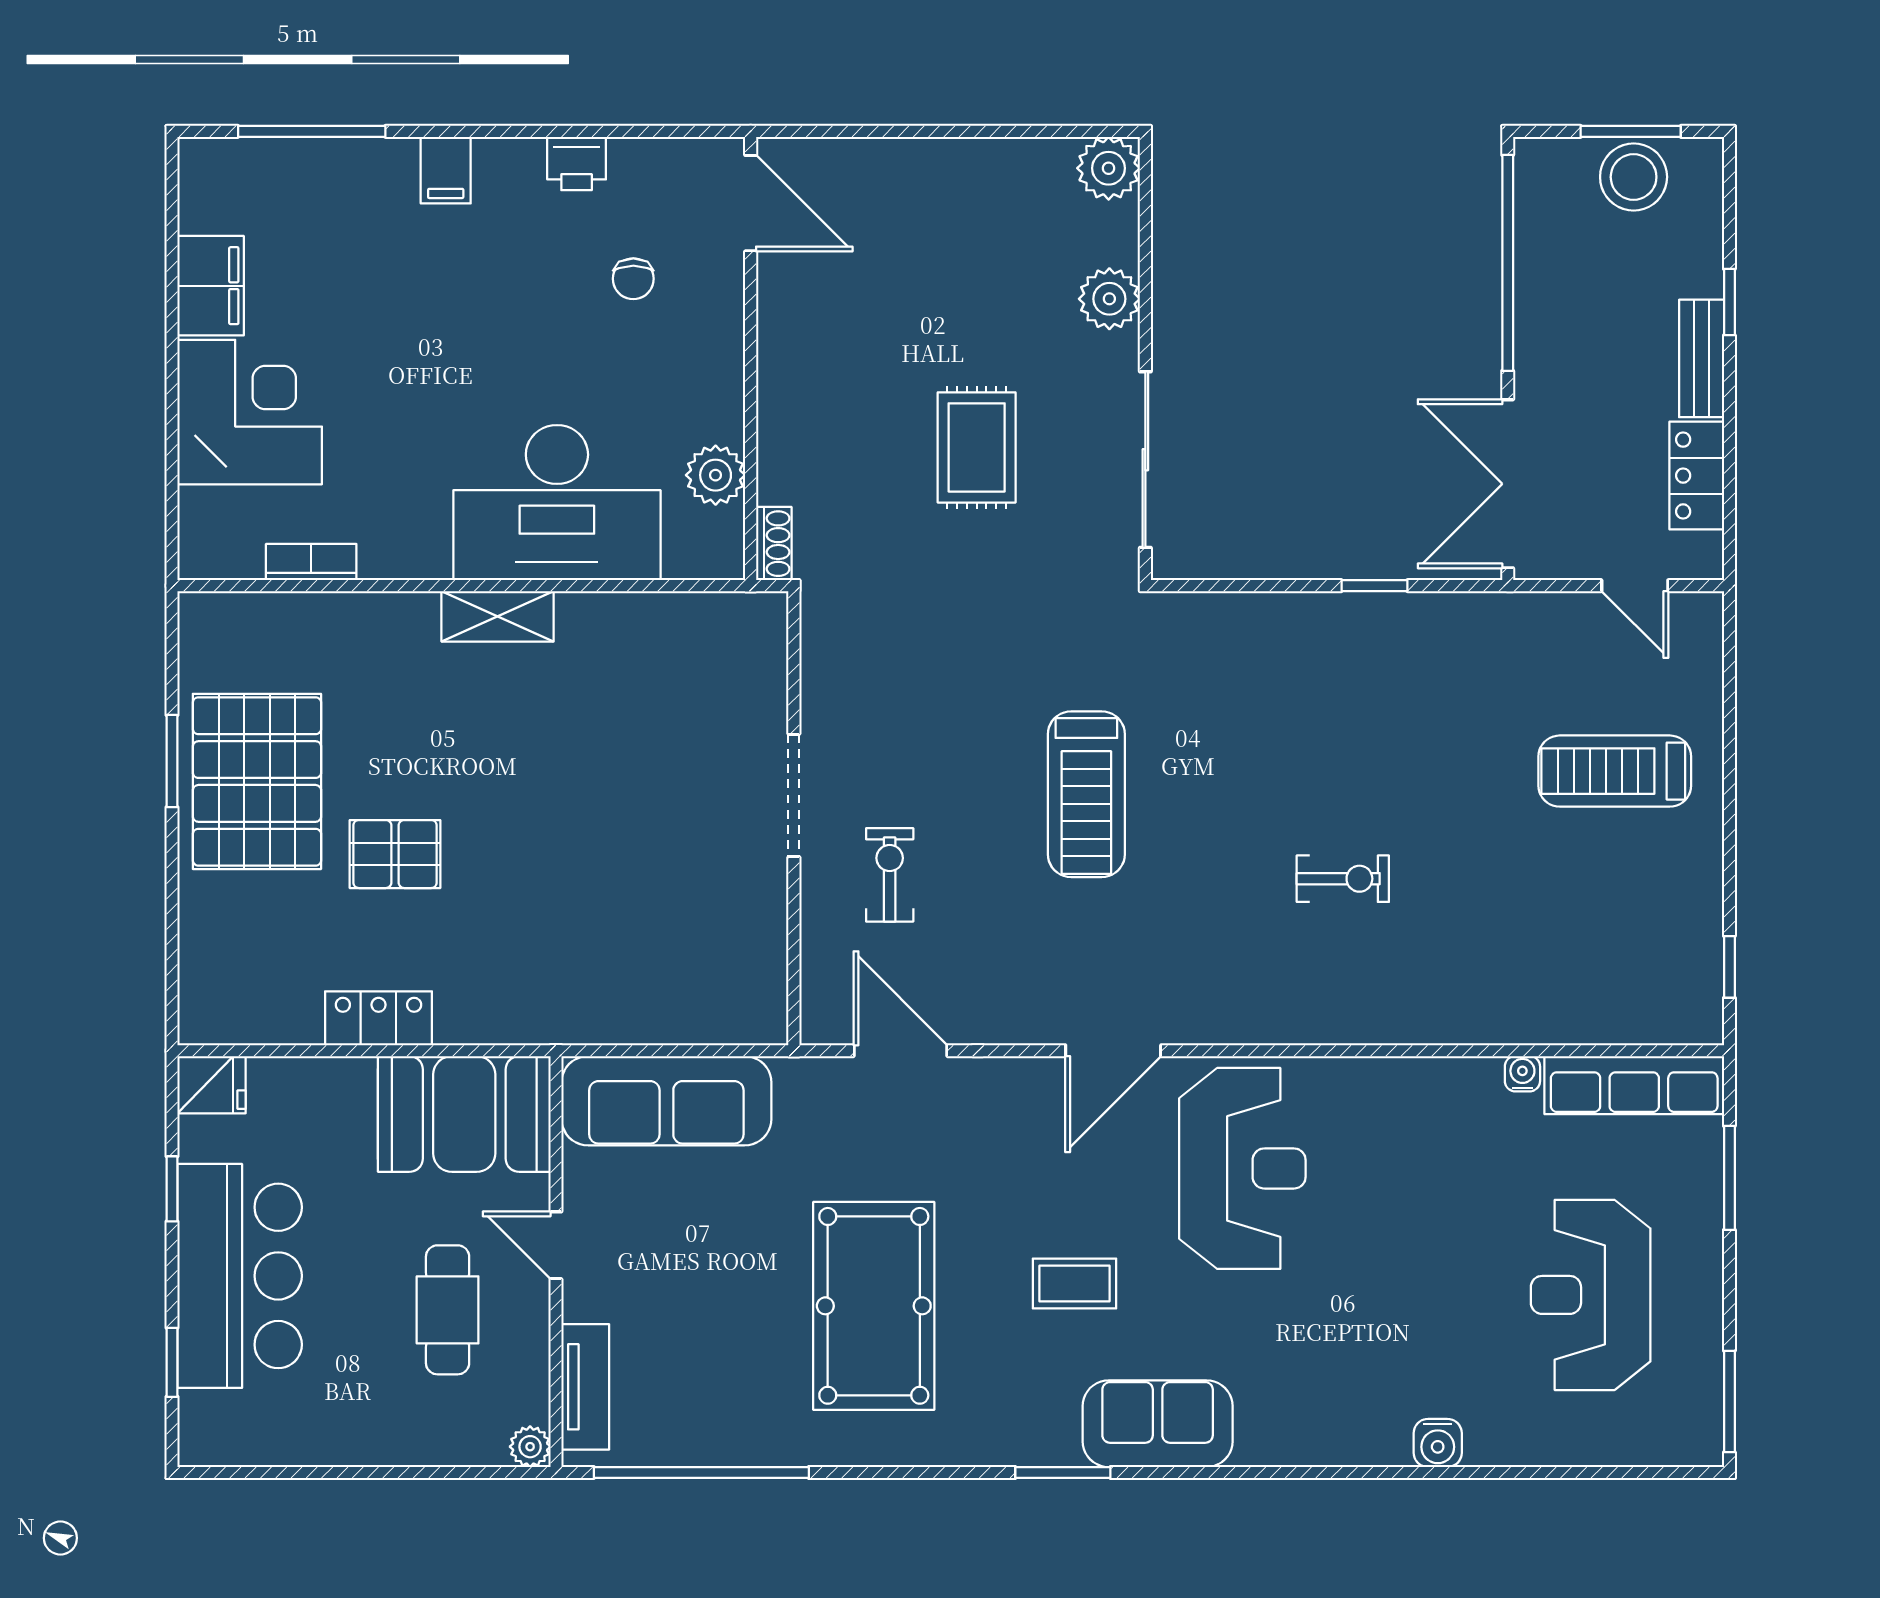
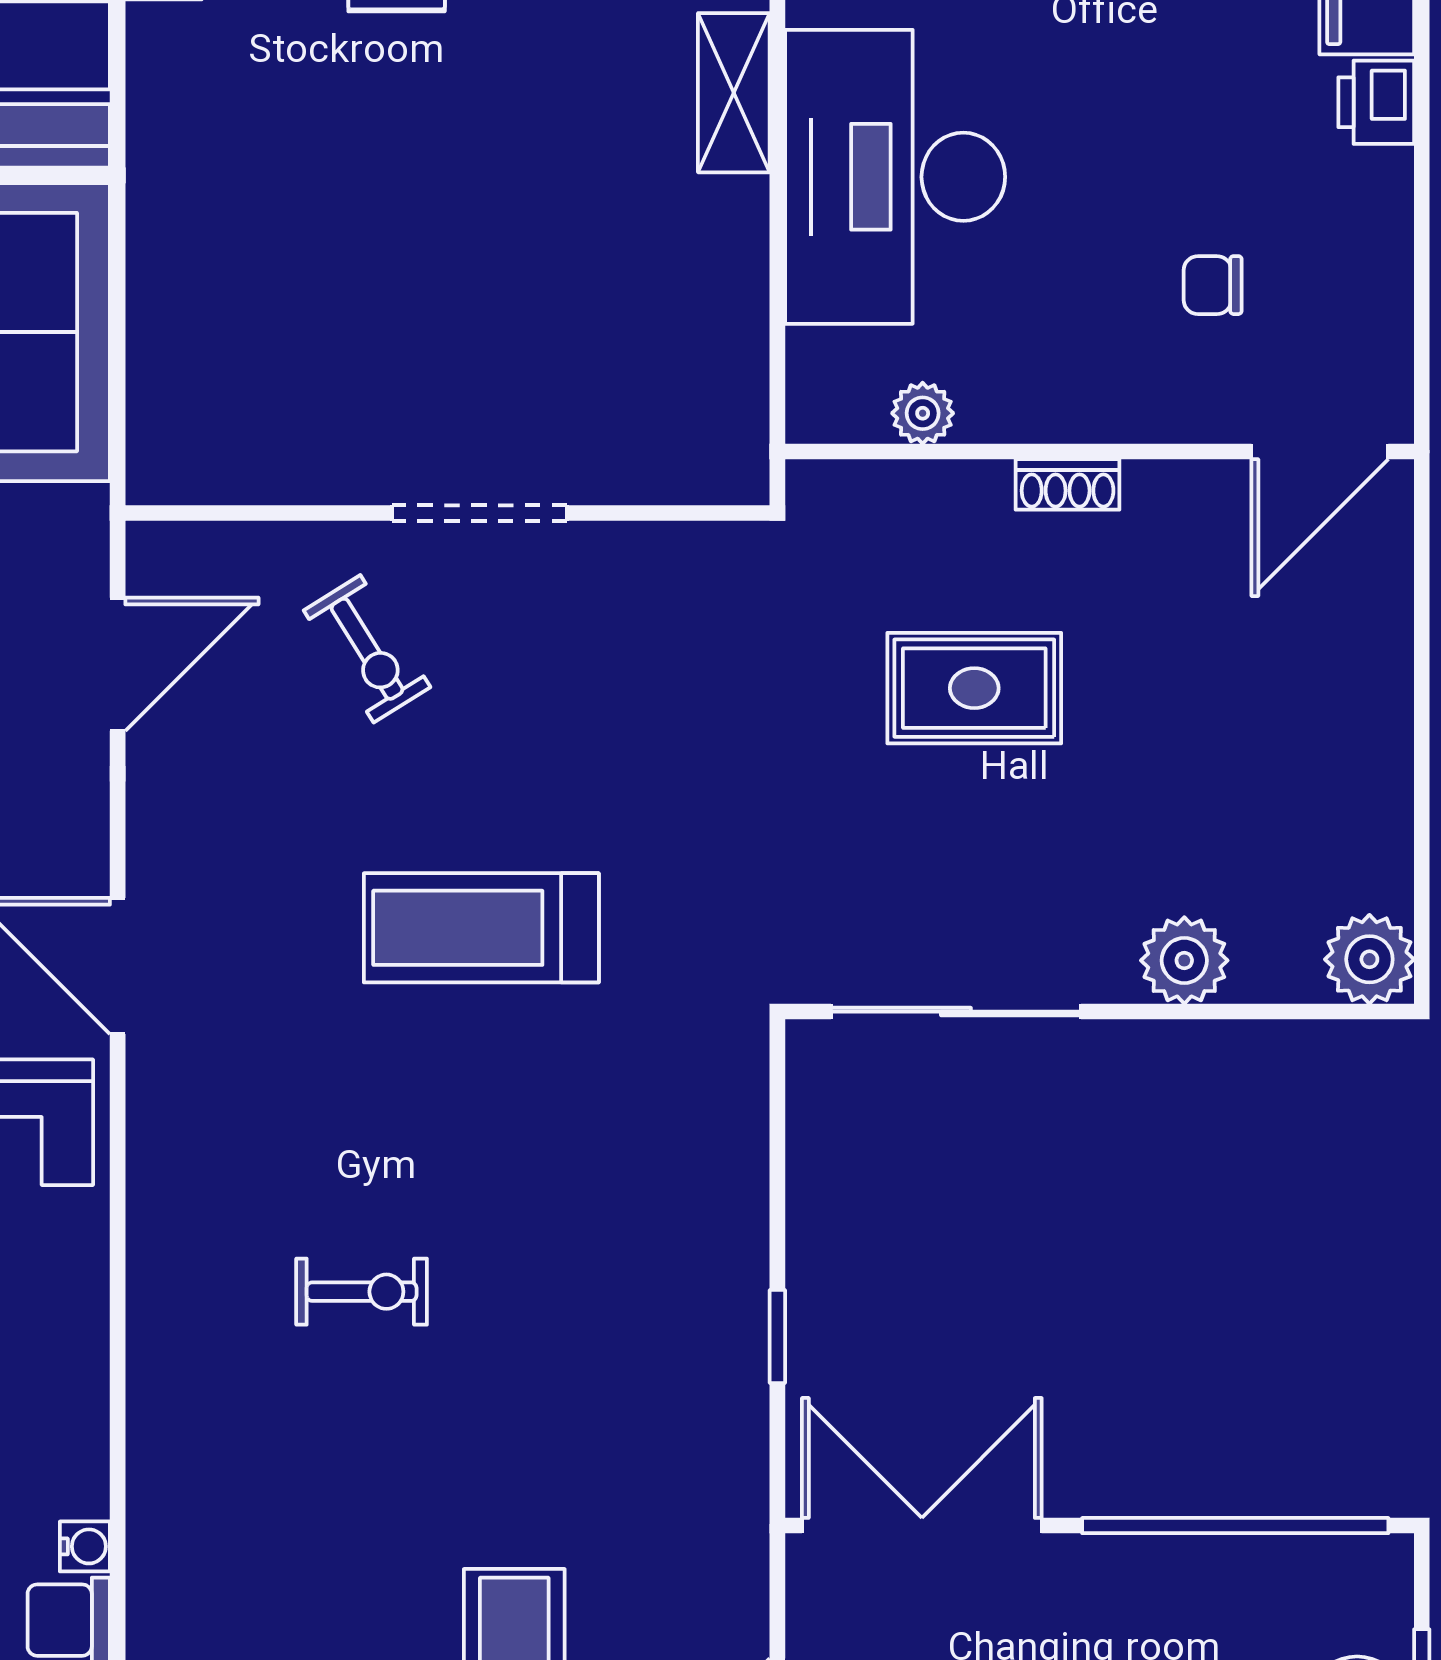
printer: (577, 163) -> (1376, 102), moved
rug: (977, 447) -> (974, 688), moved
plant: (716, 475) -> (923, 413), width x0.73, depth x0.73
shoe rack: (774, 544) -> (1068, 484), moved
exercise bike: (890, 875) -> (367, 649), turned 58
exercise bike: (1343, 879) -> (362, 1292), turned -90

